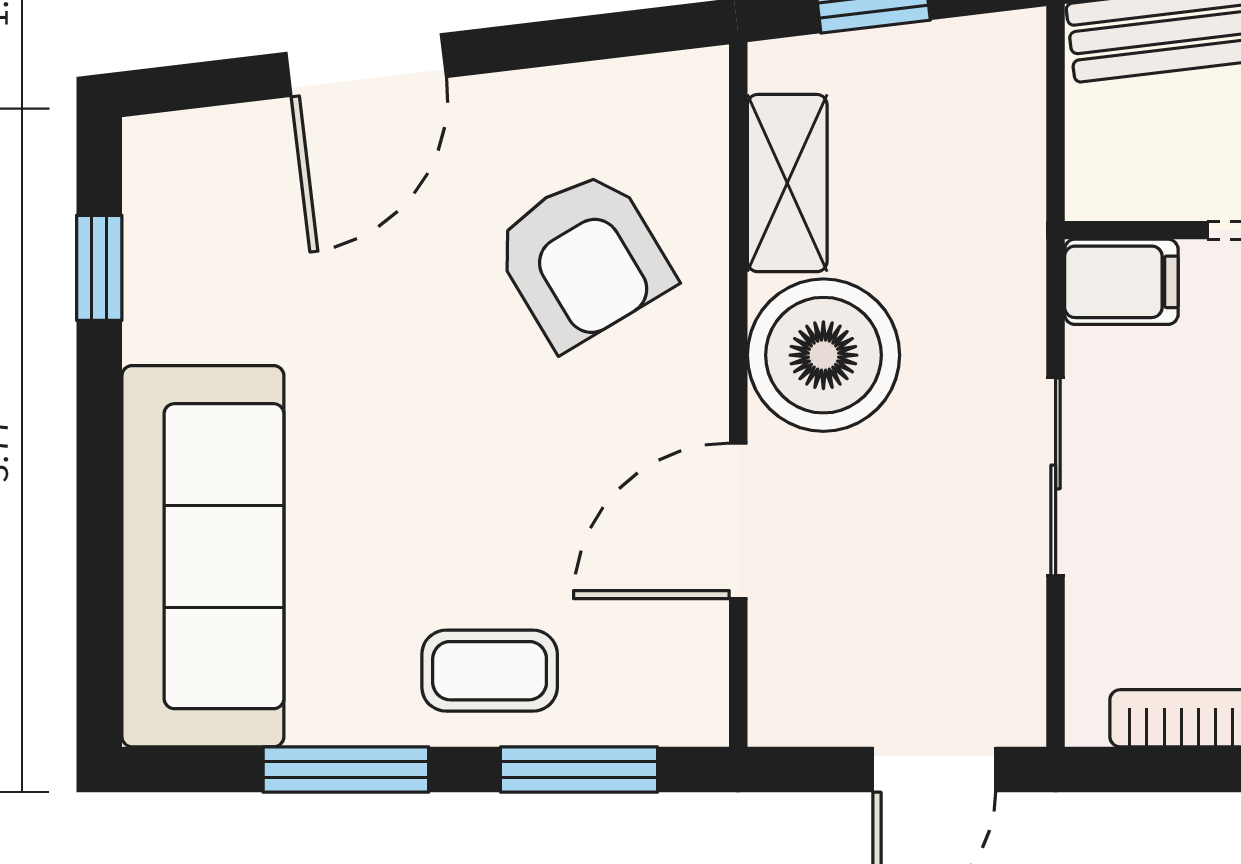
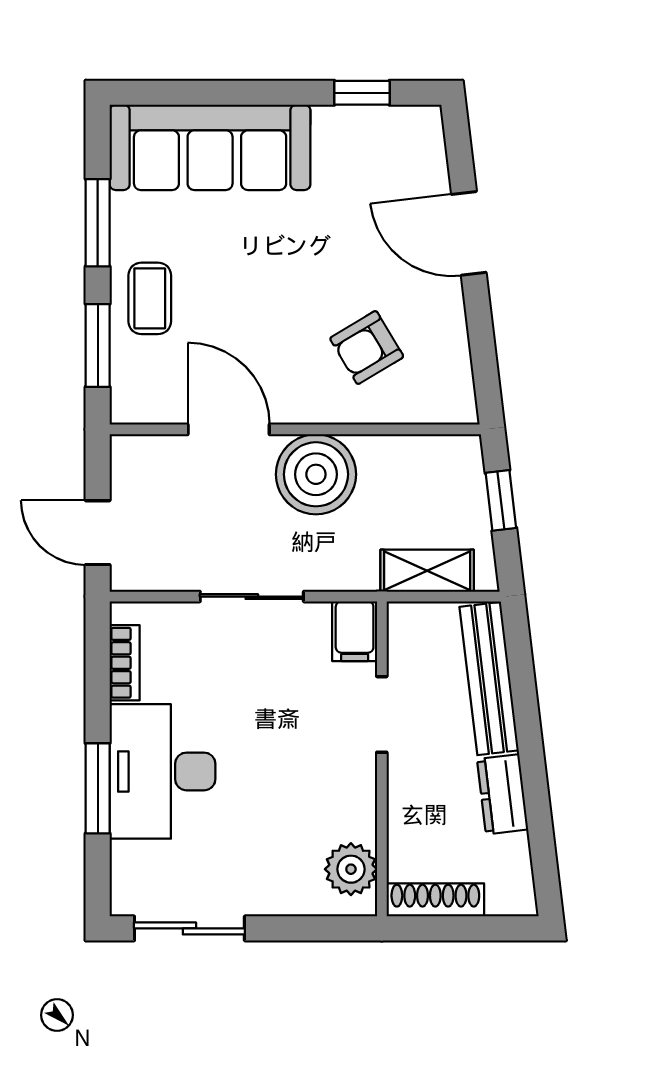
shelving: (787, 183) -> (427, 571), moved
armchair: (583, 259) -> (367, 348), width x0.72, depth x0.72

